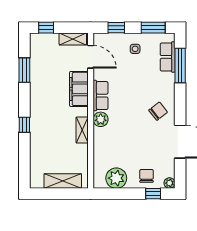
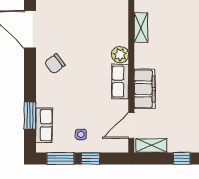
window: (116, 28) -> (91, 158), moved
door: (91, 57) -> (131, 125), hinge flipped
window: (180, 66) -> (30, 115), width x0.69
shelving: (82, 130) -> (141, 27), moved

